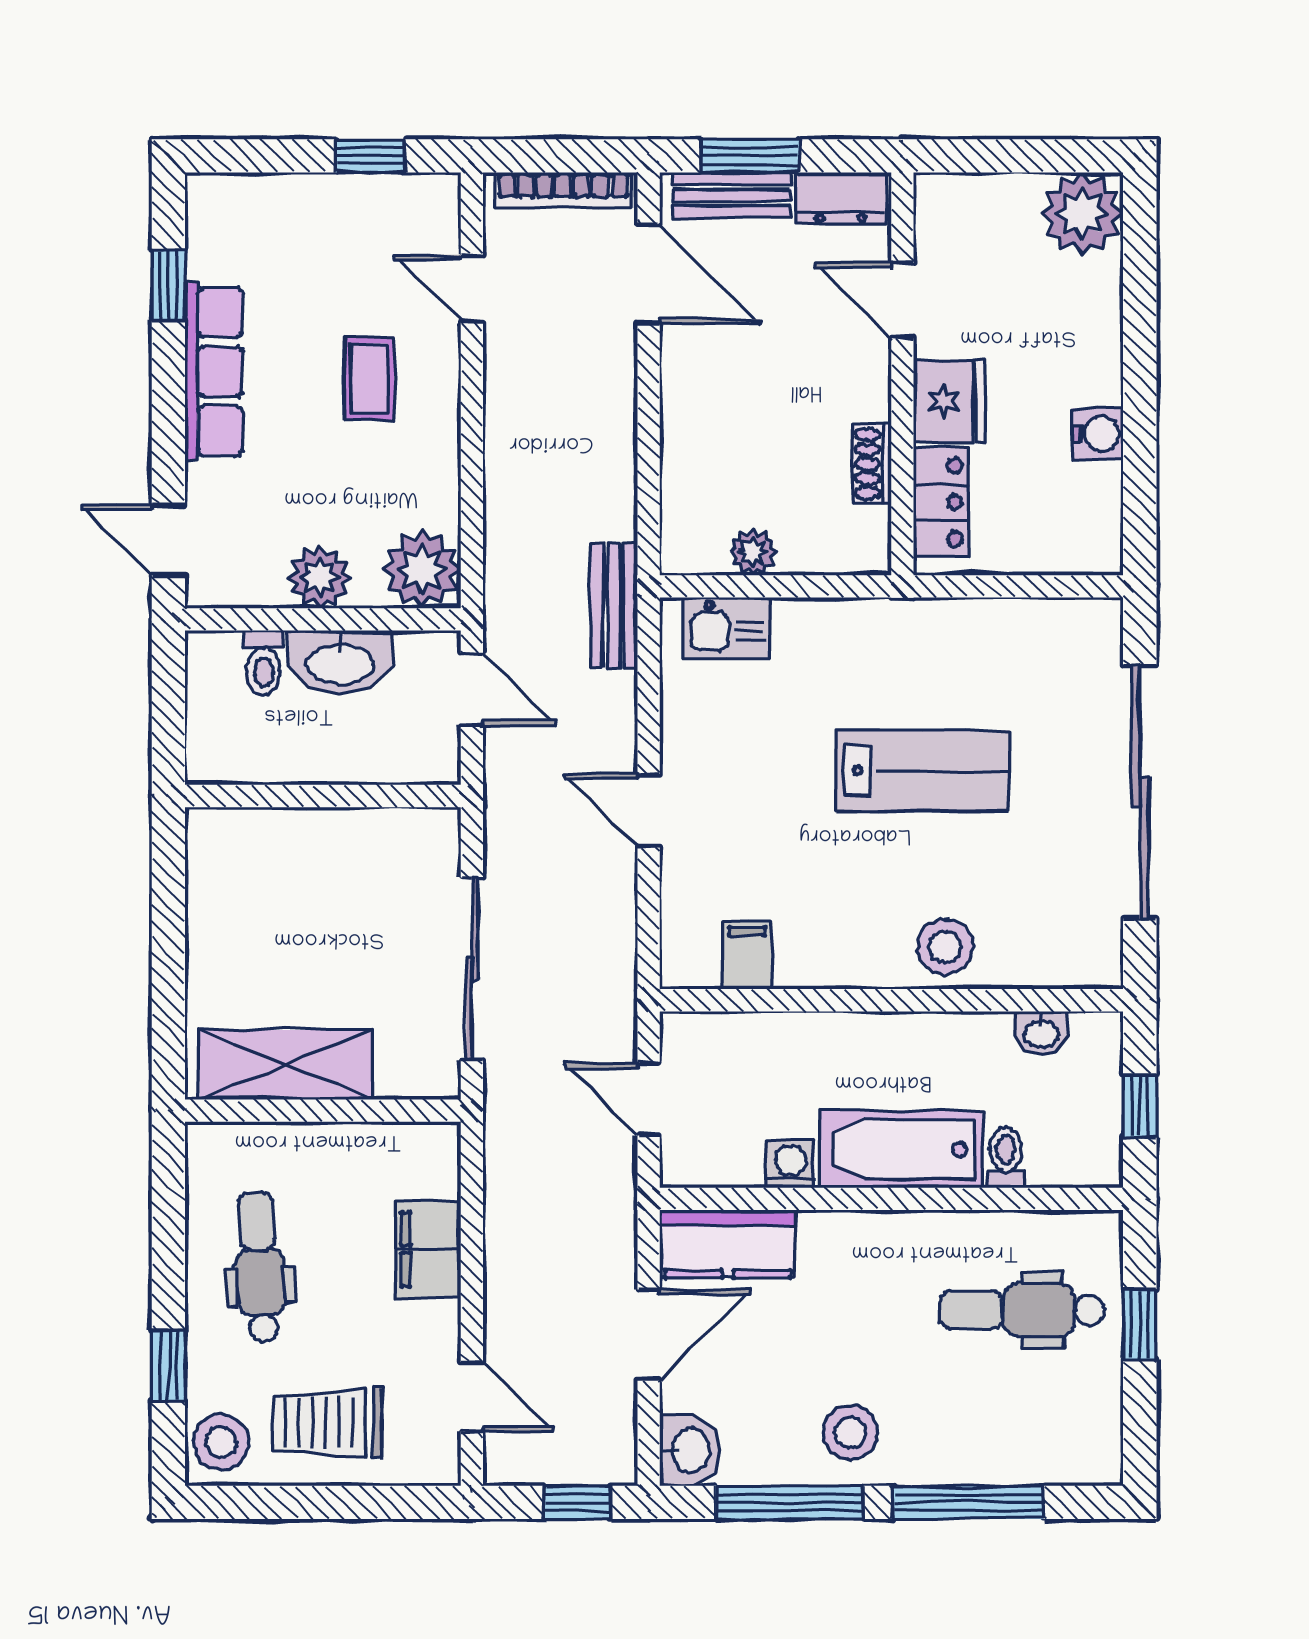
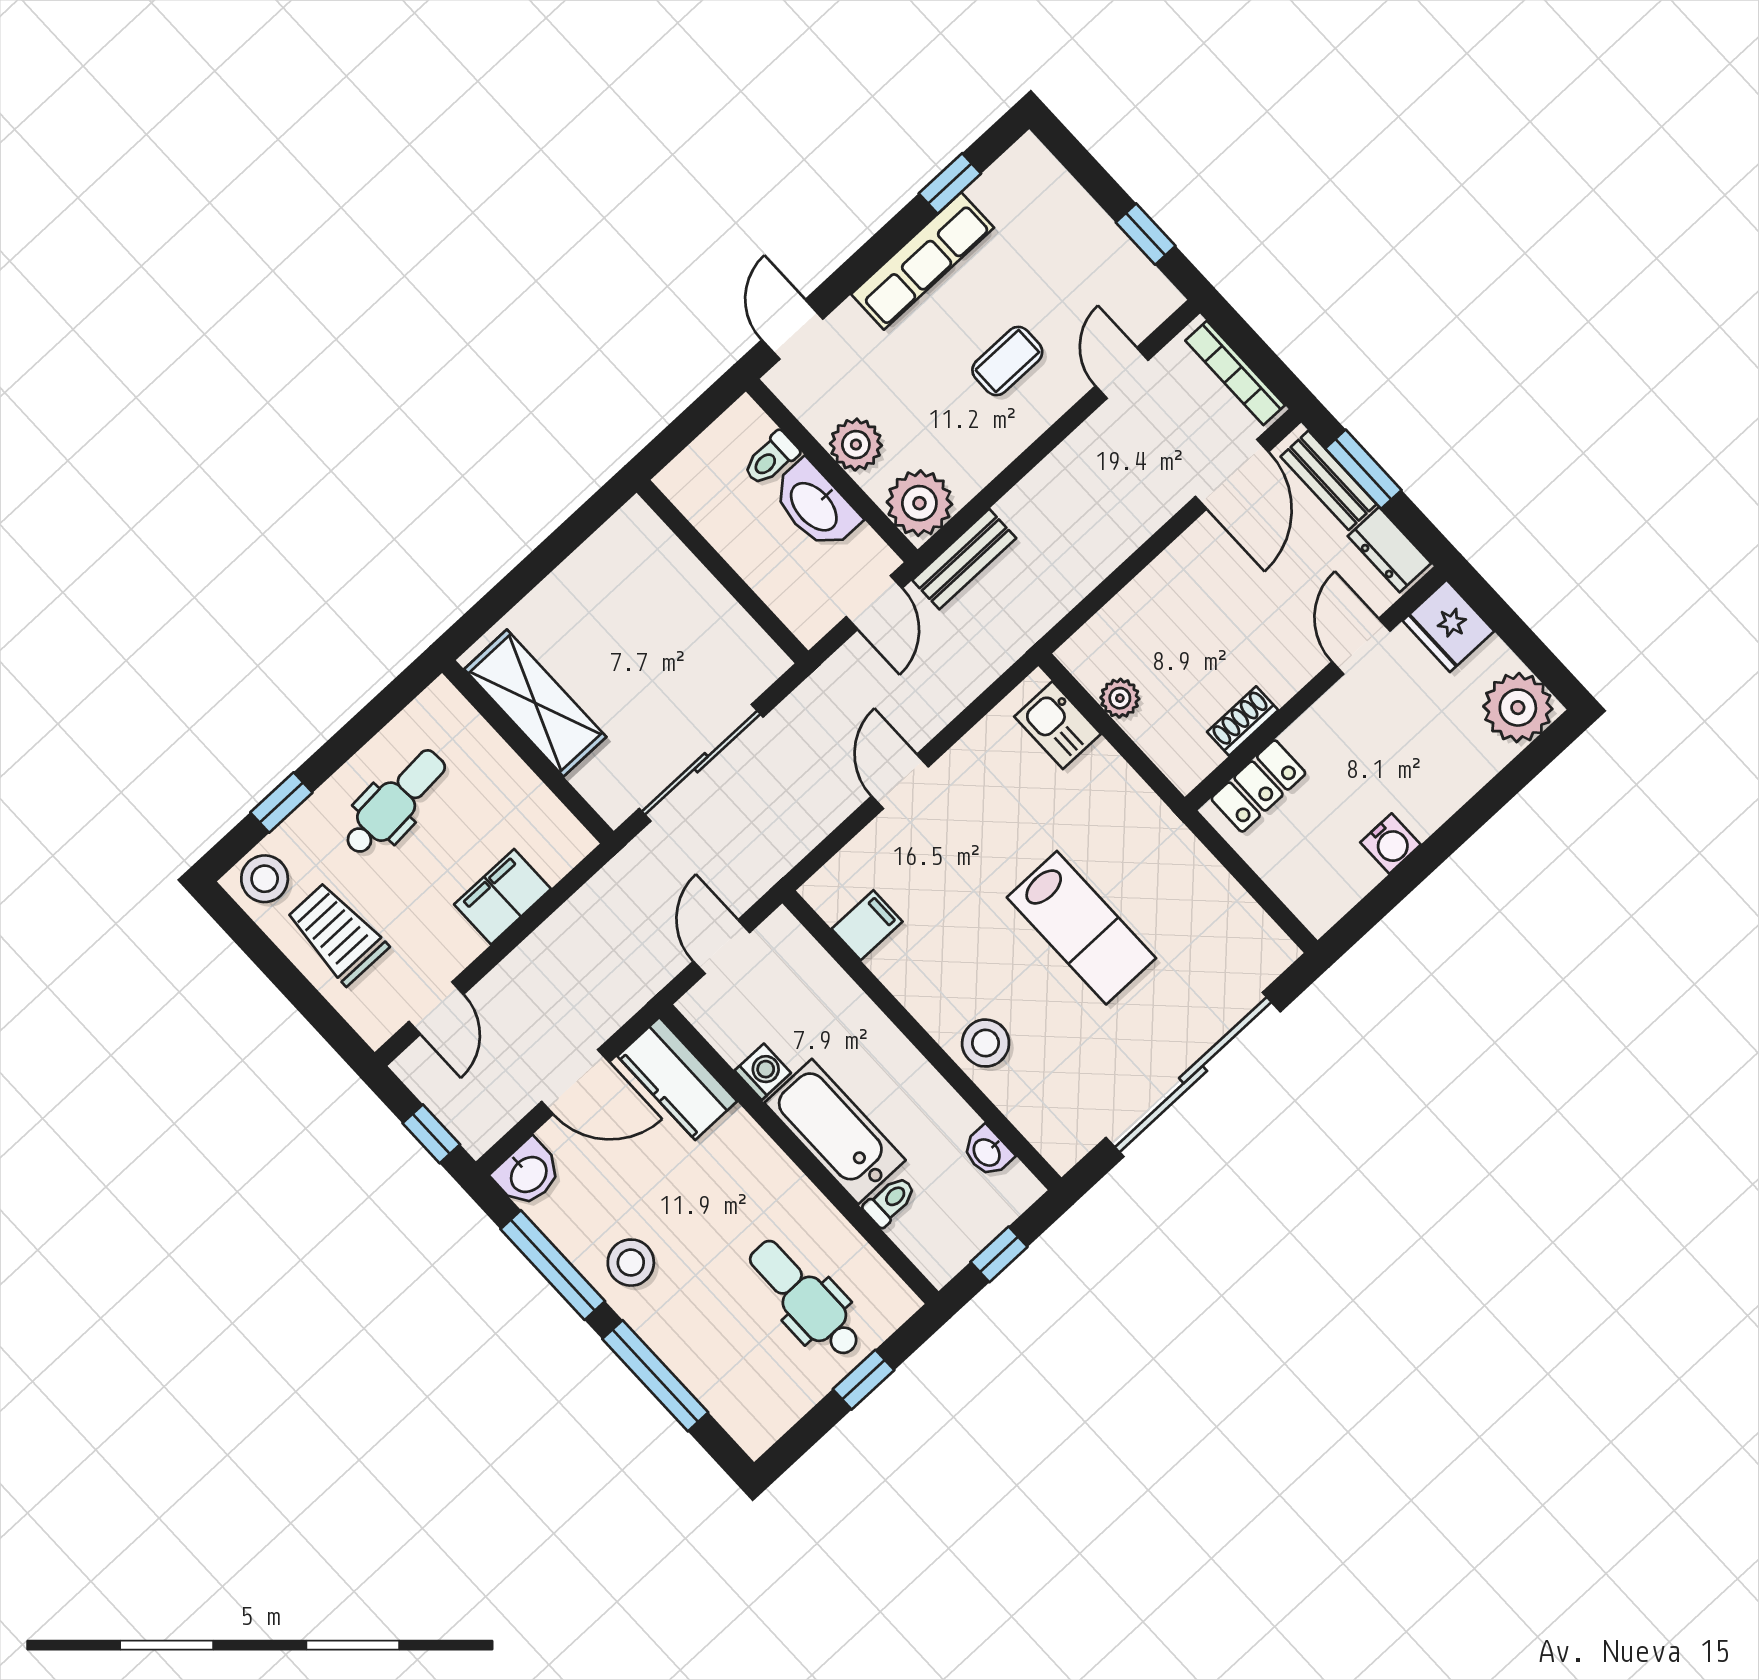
fridge: (949, 401) -> (1448, 626), moved, turned 90
bench: (614, 606) -> (964, 559), moved

